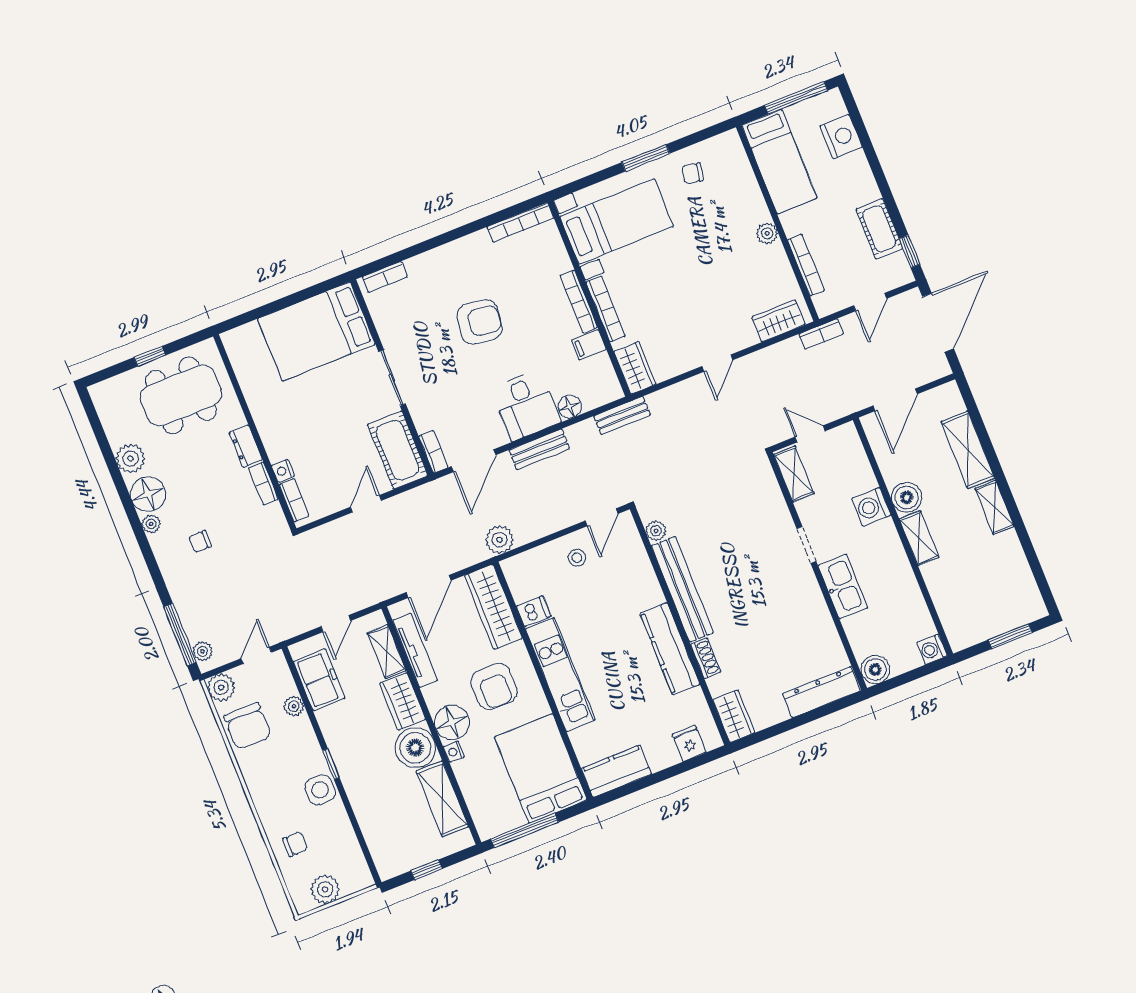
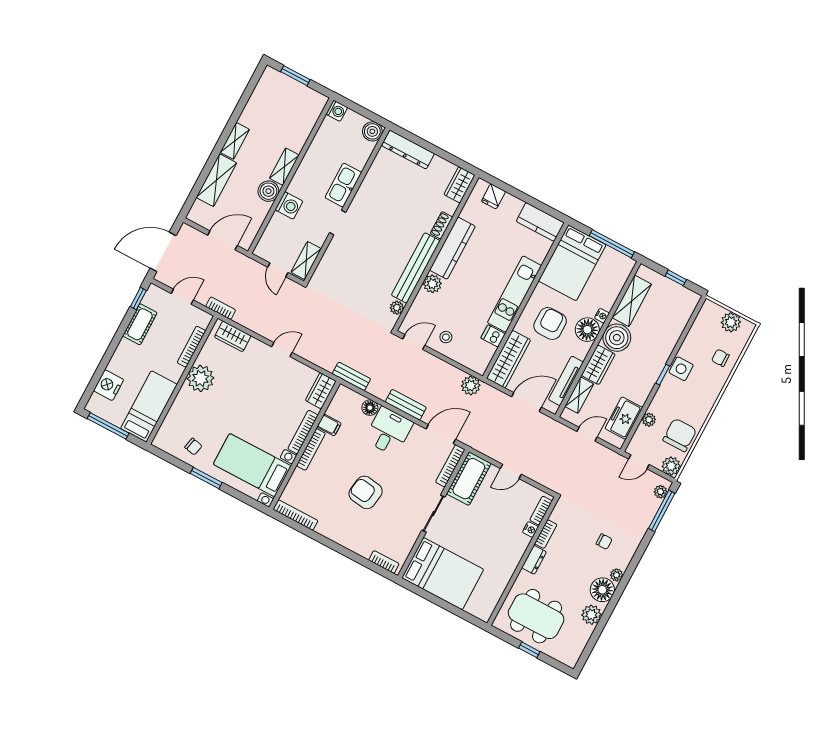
plant: (767, 233) -> (201, 378), width x1.88, depth x1.88
bookcase: (434, 452) -> (450, 466), width x1.56
plant: (649, 593) -> (432, 284), added

